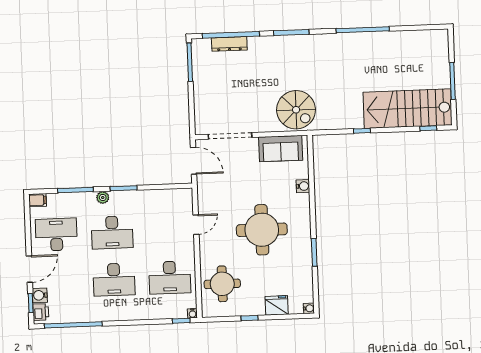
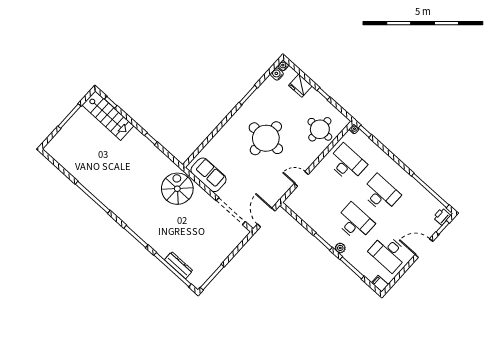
stairs: (408, 109) -> (108, 116), width x0.73, depth x0.66
water cooler: (303, 186) -> (277, 74), moved
water cooler: (40, 295) -> (433, 227), removed

